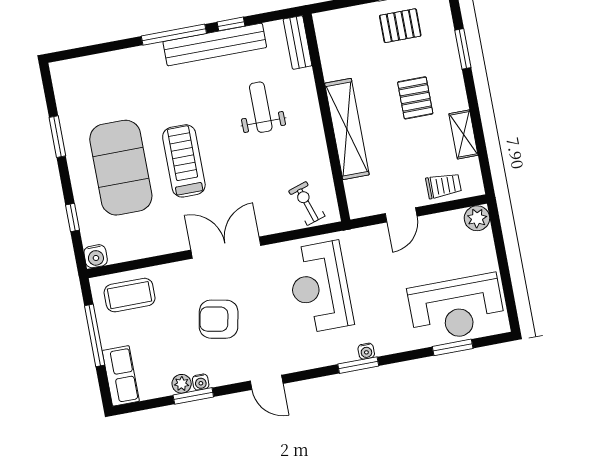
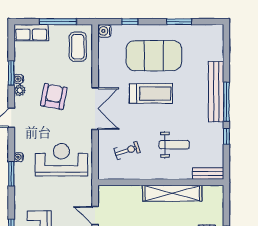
bench: (215, 44) -> (216, 92), moved
shelving: (347, 129) -> (172, 193), moved
exercise bike: (307, 203) -> (127, 150), moved
water cooler: (366, 351) -> (19, 157), moved
plant: (182, 384) -> (20, 90), moved

